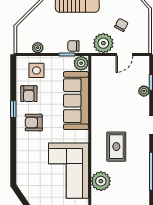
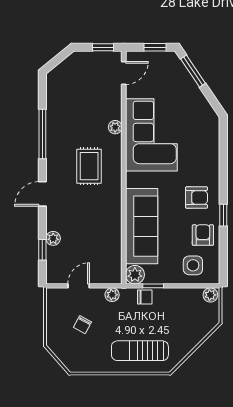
plant: (103, 43) -> (112, 295), width x0.53, depth x0.53
plant: (38, 48) -> (210, 295), moved
plant: (101, 181) -> (115, 127), width x0.53, depth x0.53

